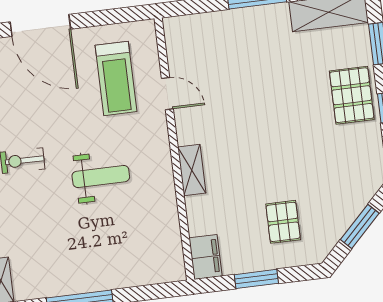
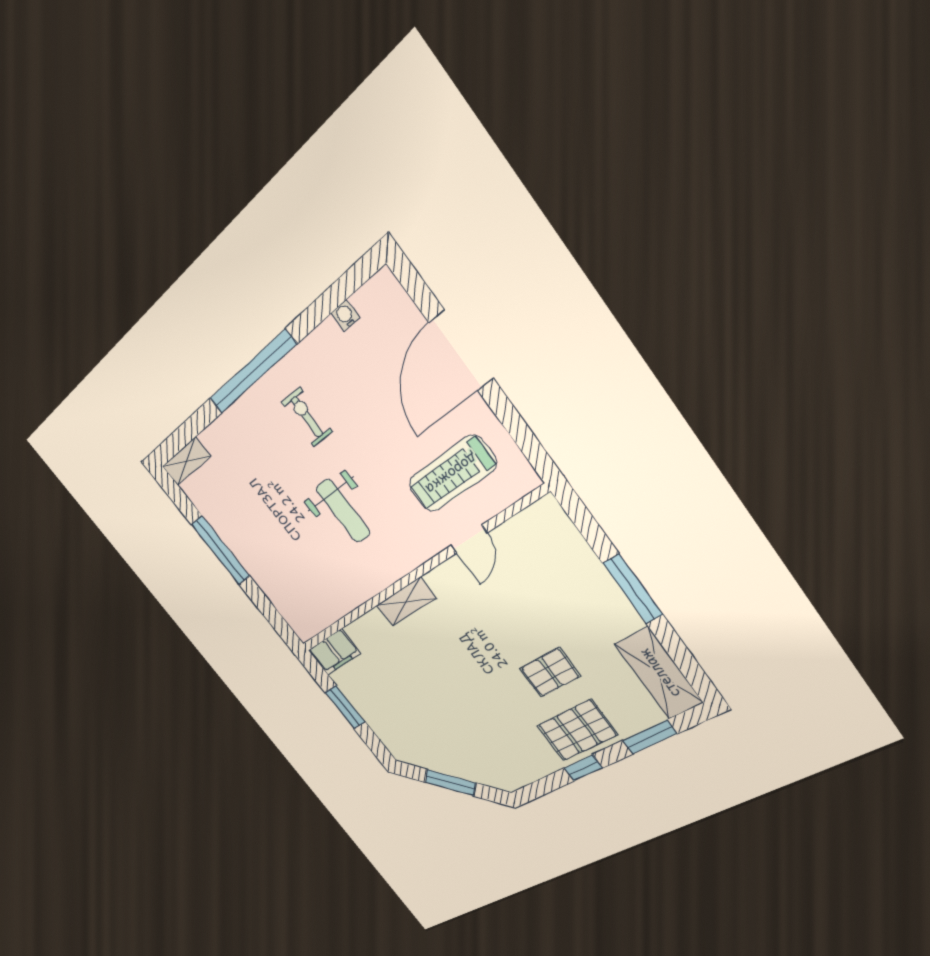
pallet: (283, 222) -> (550, 672), moved

